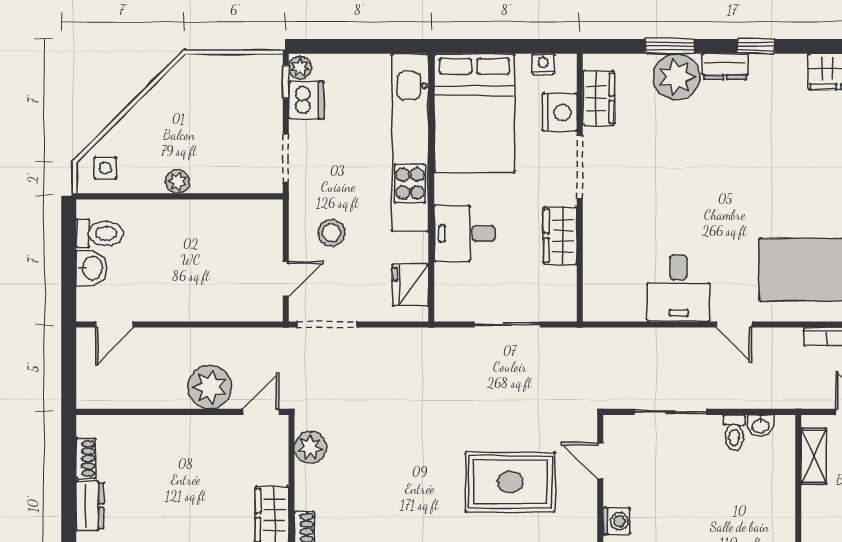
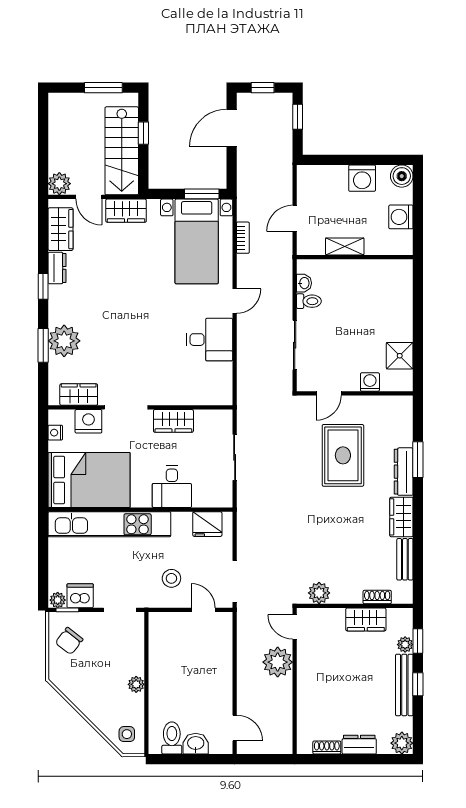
dresser: (725, 67) -> (57, 268), moved
chair: (241, 84) -> (69, 641), added
shelving: (814, 456) -> (345, 246), moved

